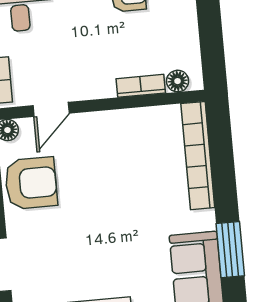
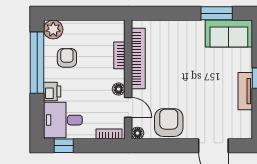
floor lamp: (178, 81) -> (119, 89), moved
bookcase: (198, 156) -> (138, 59), moved, turned -90

